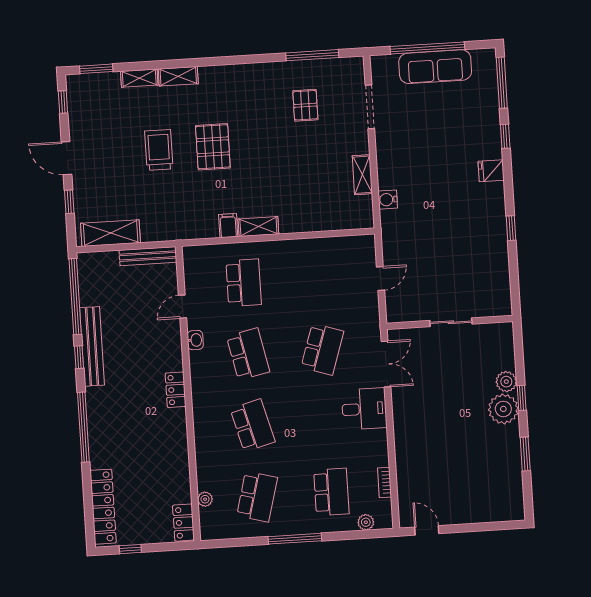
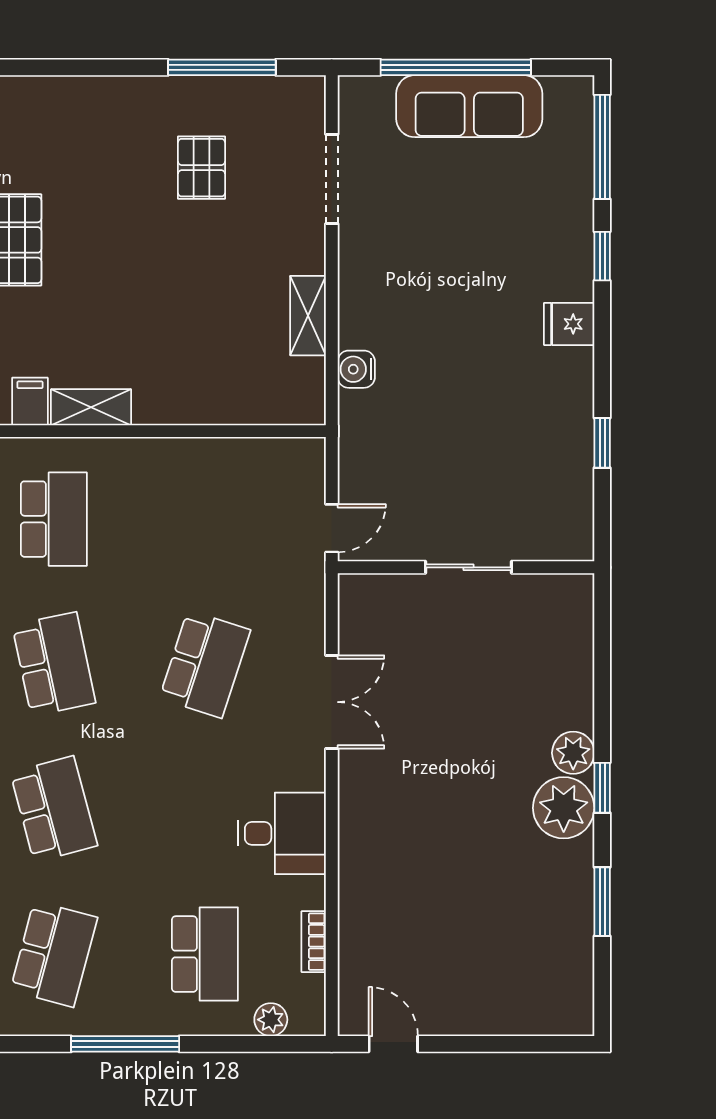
wall: (450, 322) -> (466, 567), moved
sliding door: (451, 322) -> (469, 567), moved
desk: (364, 409) -> (282, 833), moved

